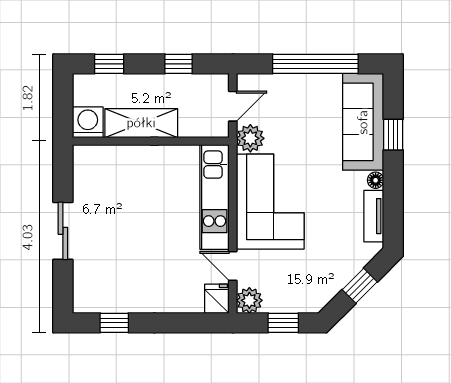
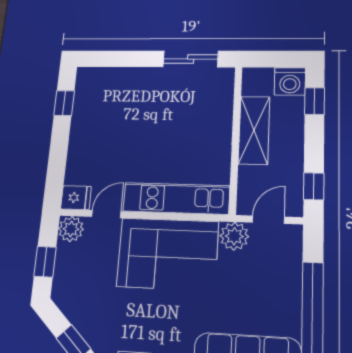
window: (178, 64) -> (314, 186), moved
door: (233, 106) -> (268, 220), swing flipped
washing machine: (88, 122) -> (290, 81), moved, turned 90
sliding door: (63, 231) -> (191, 59), moved

